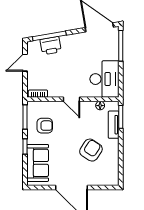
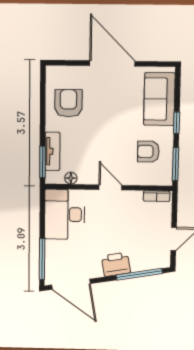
printer: (51, 46) -> (116, 264), moved
armchair: (91, 150) -> (68, 103), moved, turned 147

